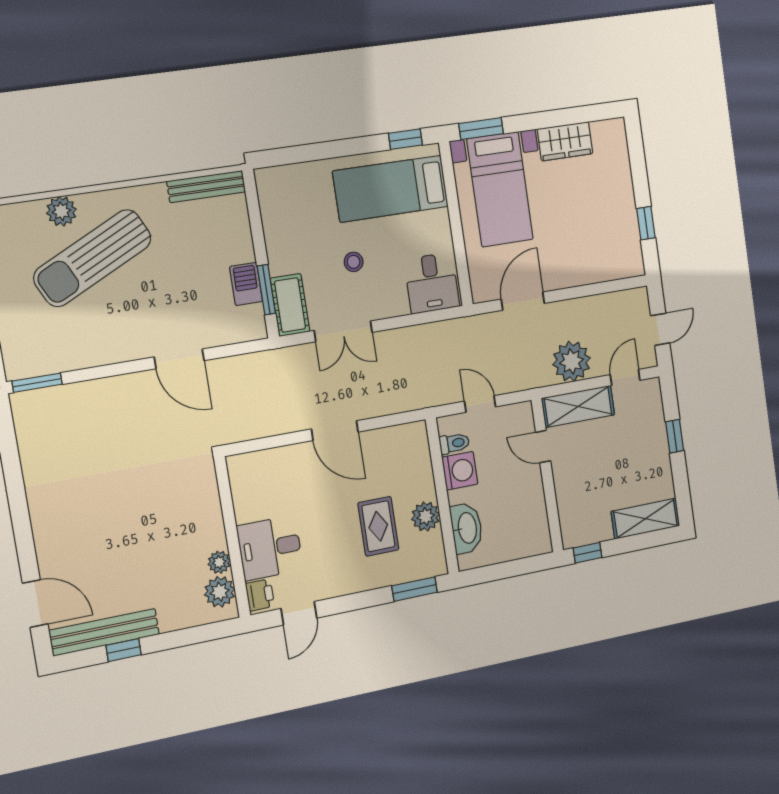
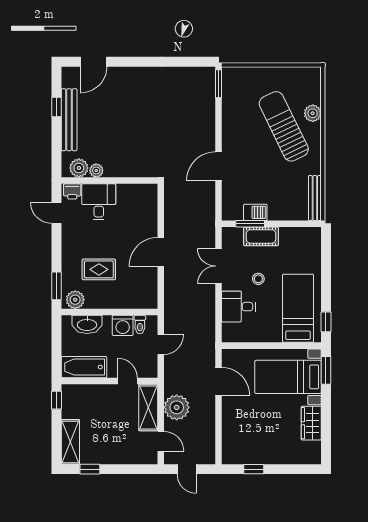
desk: (432, 283) -> (238, 307), moved
cot: (290, 305) -> (261, 236), moved
window: (675, 436) -> (90, 469), moved
door: (543, 447) -> (128, 381), hinge flipped
plant: (426, 516) -> (75, 300), moved
bathtub: (532, 520) -> (84, 367), added
bench: (104, 632) -> (69, 120), moved

